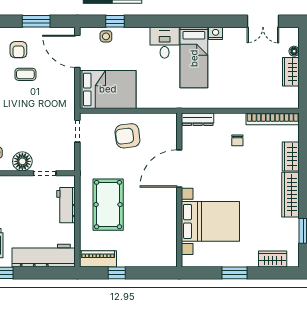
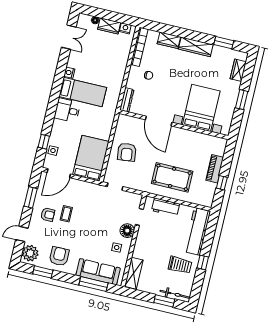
nightstand: (293, 94) -> (125, 28), added
piano: (98, 259) -> (215, 169), moved

